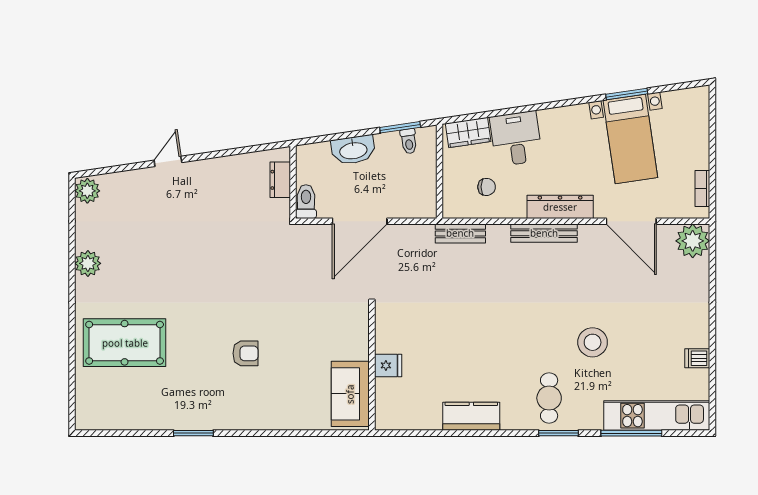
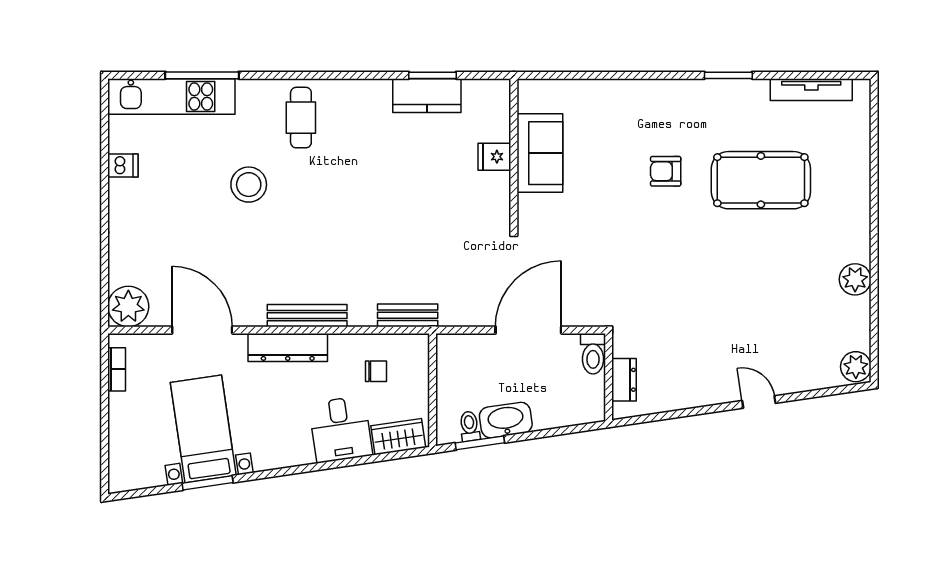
washbasin: (353, 150) -> (506, 420), moved
door: (168, 161) -> (759, 402), swing flipped
chair: (487, 187) -> (376, 371), turned 180
pool table: (125, 343) -> (761, 180), moved
sofa: (350, 394) -> (540, 153), moved
kitchen counter: (471, 416) -> (427, 96), moved
tv unit: (124, 421) -> (811, 90), added
window: (559, 433) -> (432, 75), moved

